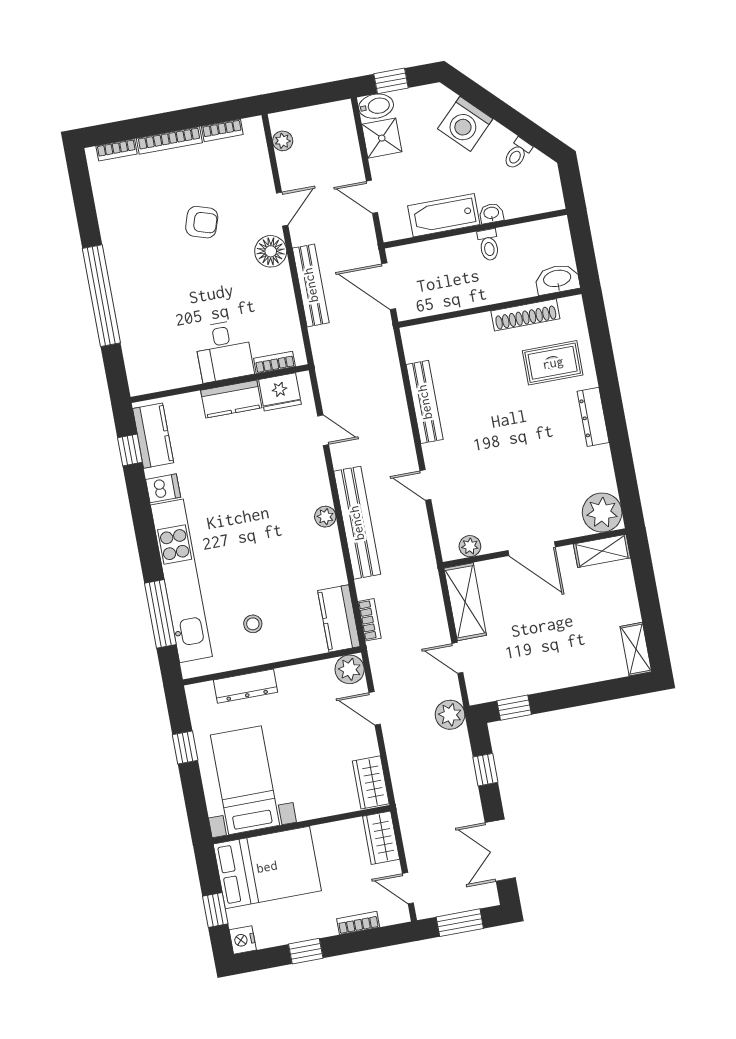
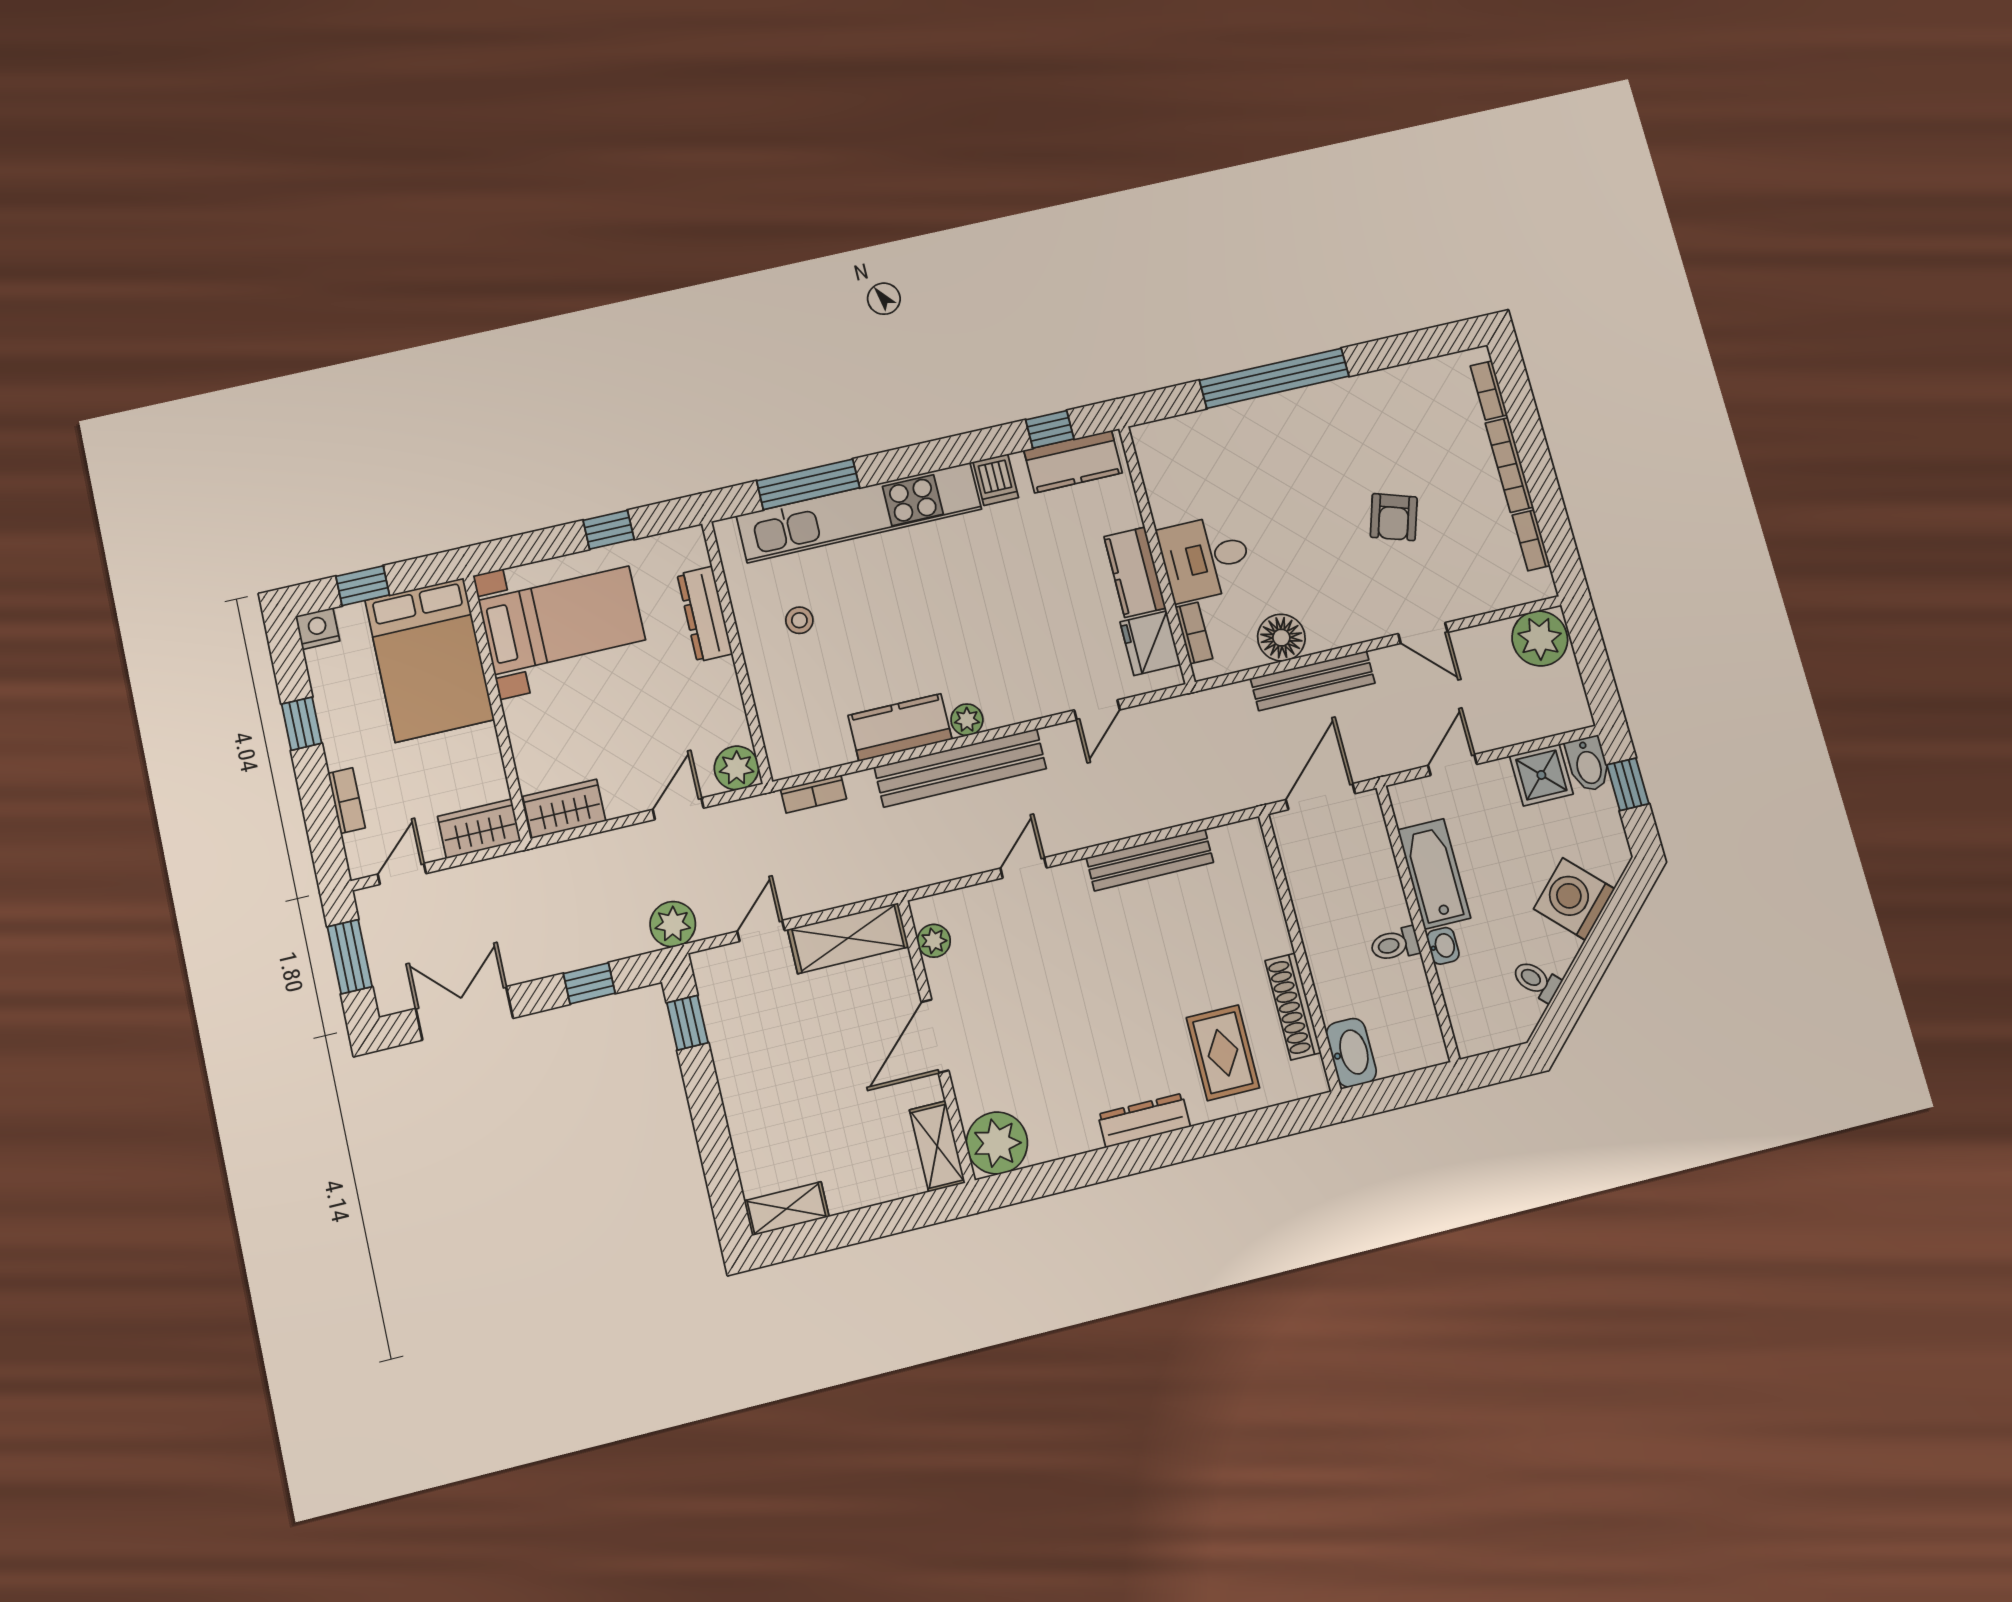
plant: (283, 141) -> (1540, 638), width x1.88, depth x1.88
floor lamp: (271, 251) -> (1281, 638), moved
kitchen counter: (339, 618) -> (900, 727), moved

